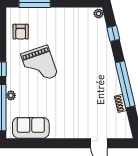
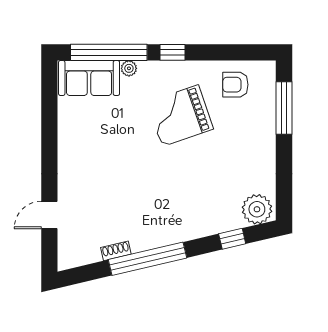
plant: (99, 14) -> (257, 209), width x1.87, depth x1.87
sofa: (31, 128) -> (89, 78), moved, turned 90

